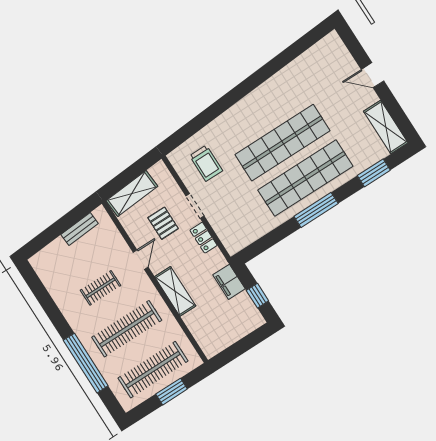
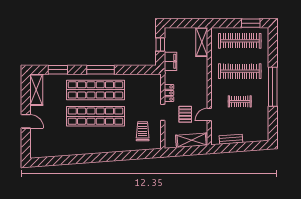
door: (141, 260) -> (209, 115), moved
shelving: (175, 291) -> (202, 42), moved
window: (86, 363) -> (273, 87), moved
window: (172, 392) -> (251, 23), moved

